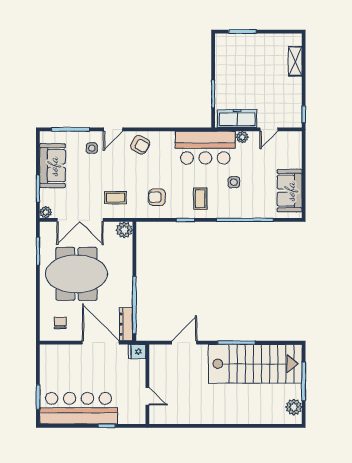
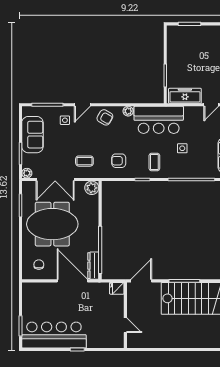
plant: (242, 137) -> (128, 111), moved
fridge: (137, 352) -> (117, 288), moved
wall: (147, 384) -> (125, 315), moved
door: (147, 396) -> (125, 325), moved

